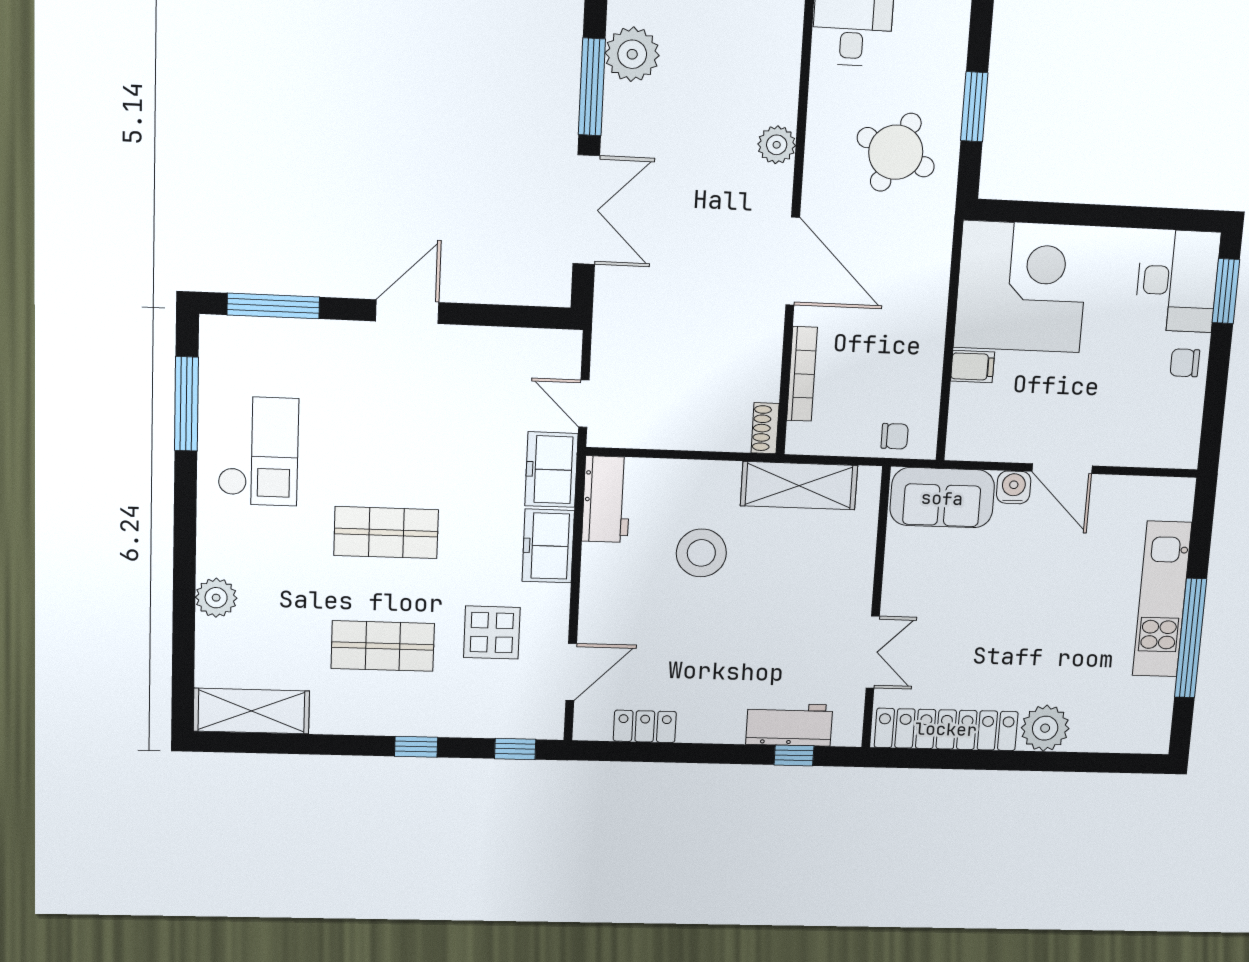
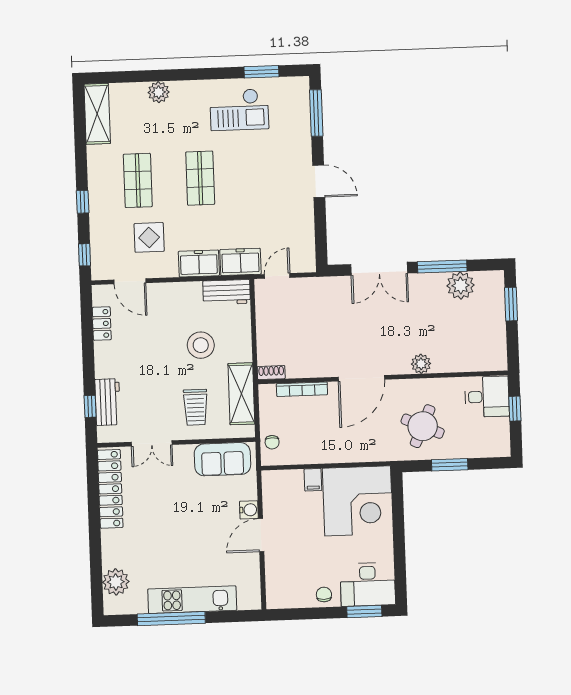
window: (186, 404) -> (261, 72), width x0.69
sofa: (942, 498) -> (222, 459), moved, turned -90
trolley: (815, 570) -> (196, 407), added
plant: (1045, 728) -> (116, 582), moved

